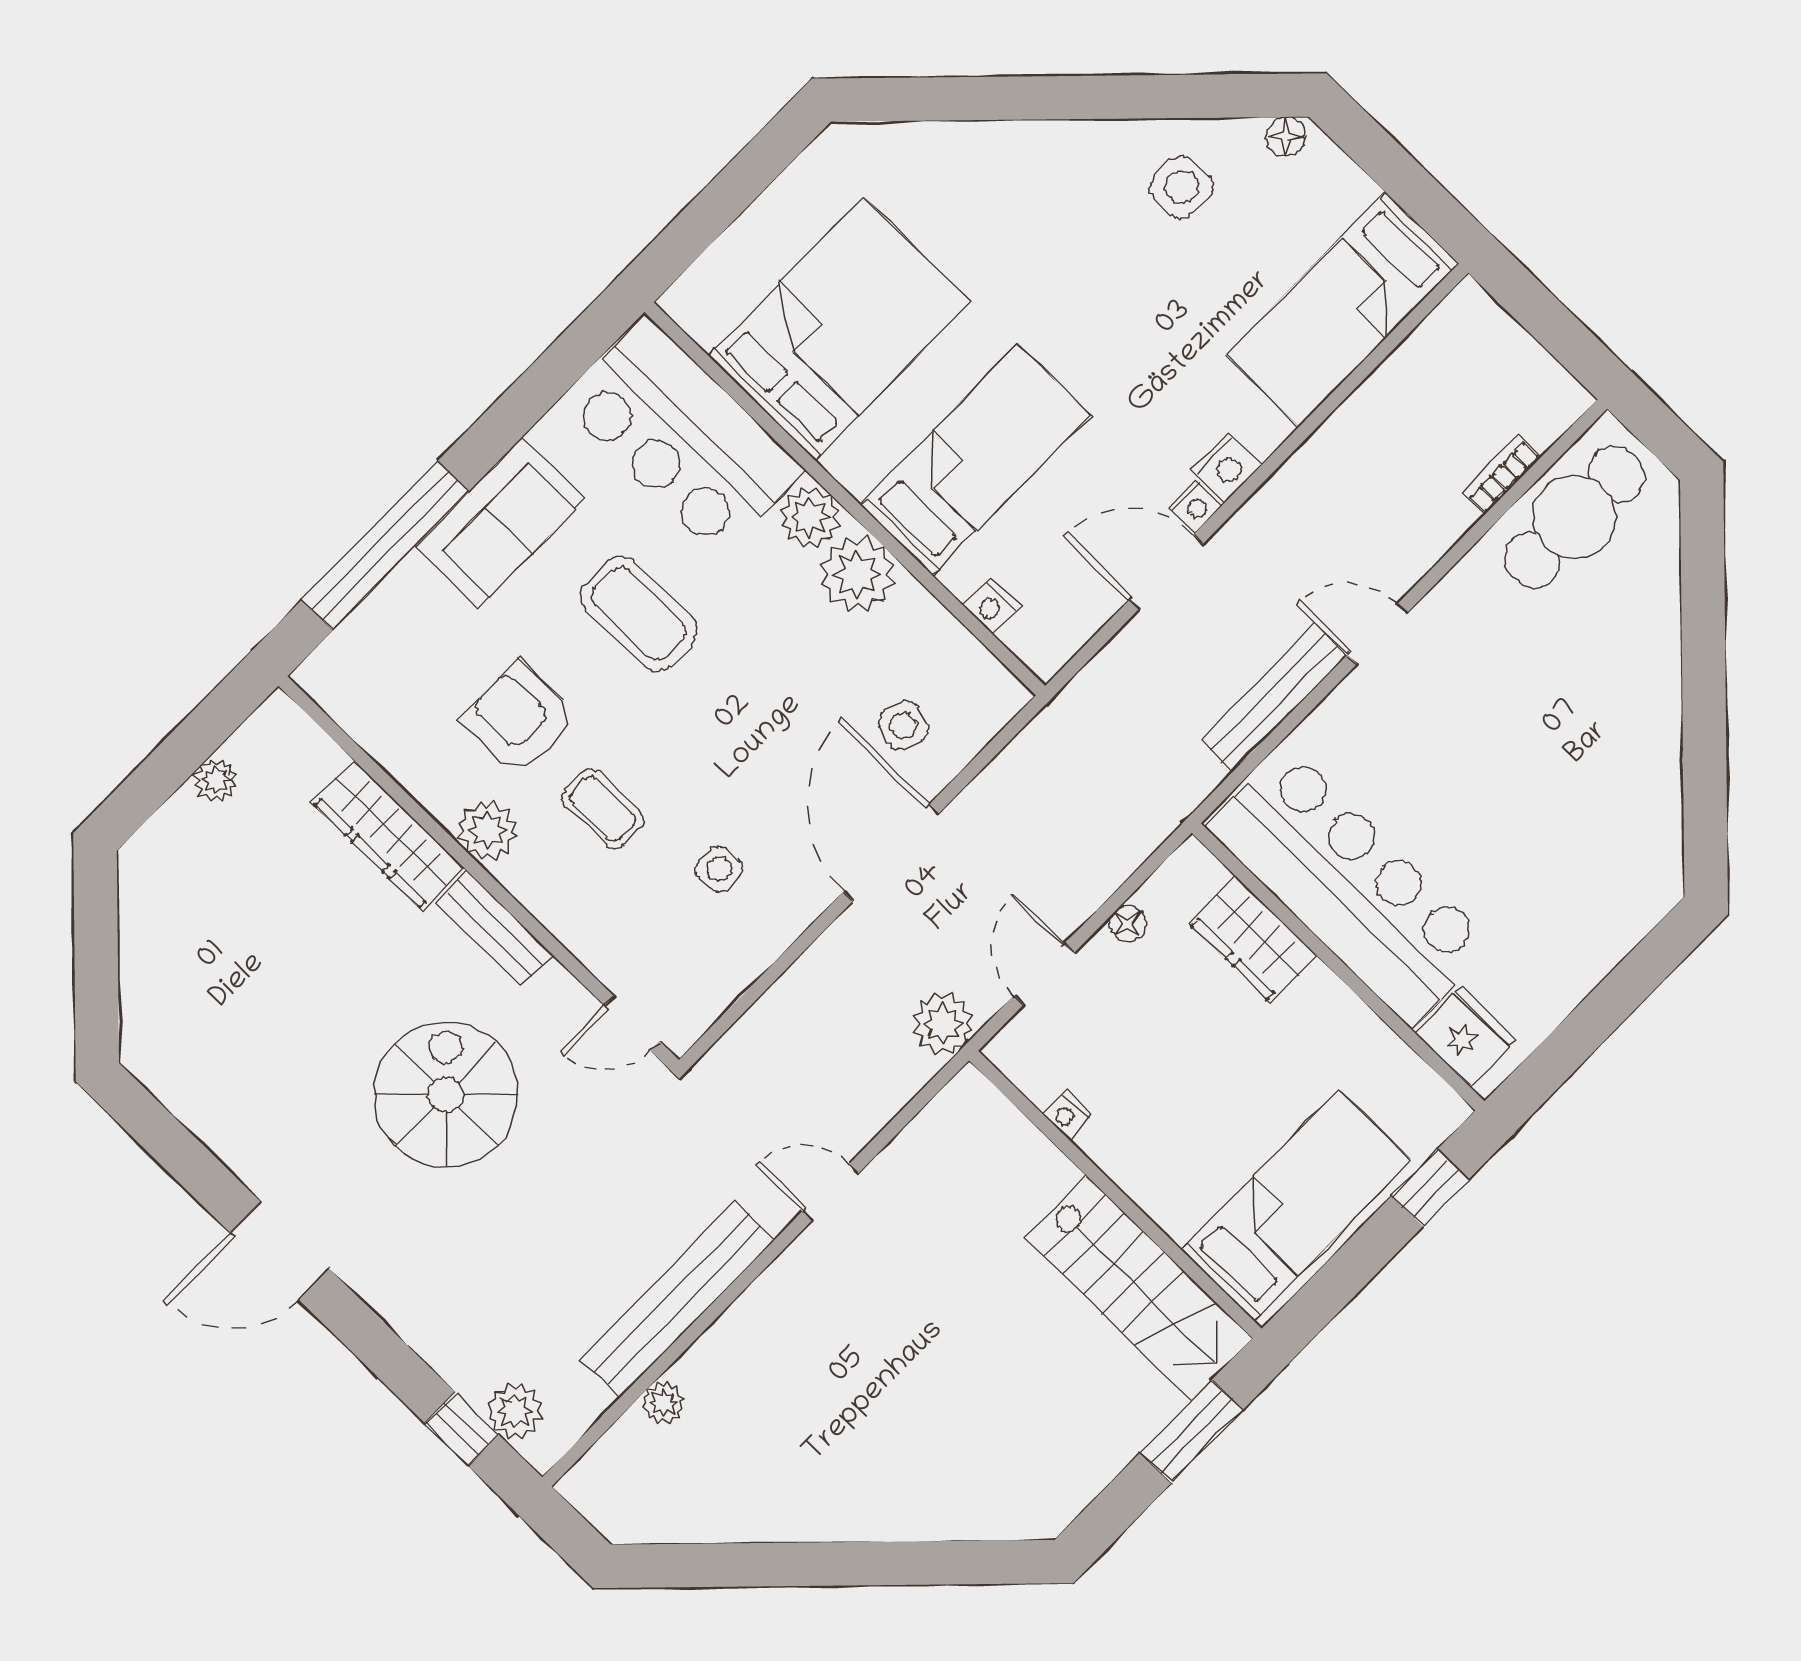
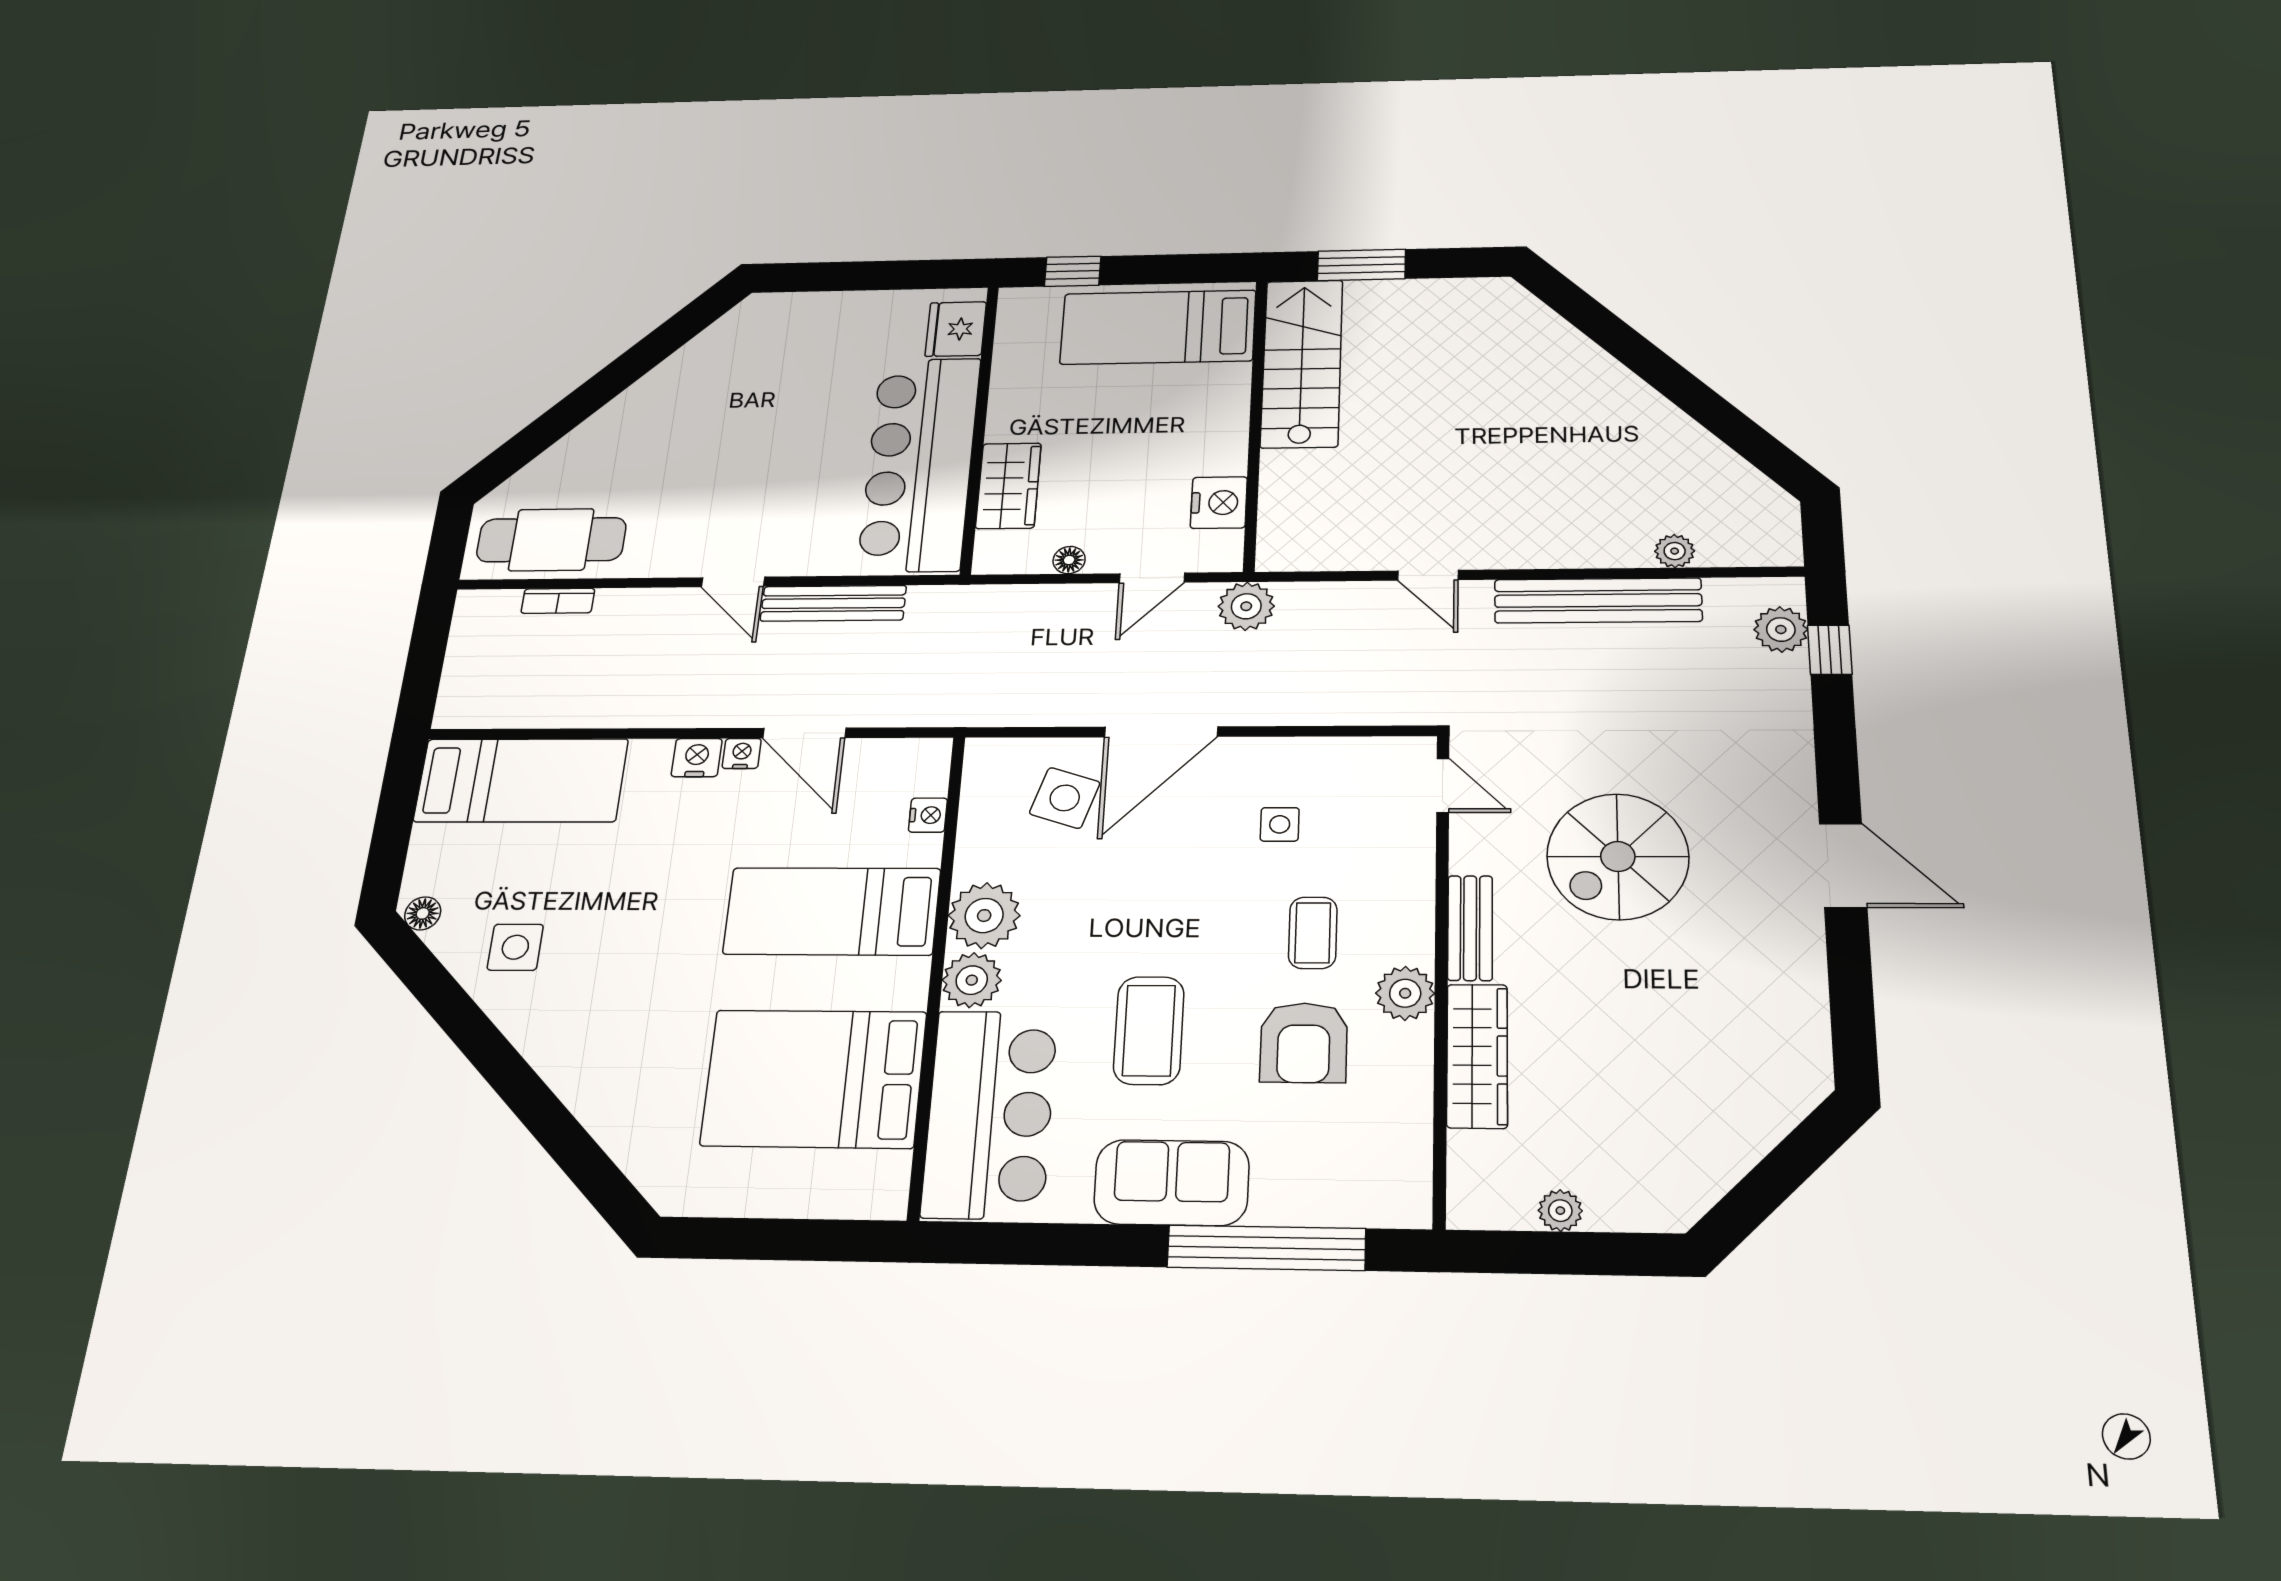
side table: (903, 726) -> (1065, 798), width x1.37, depth x1.37
nightstand: (1067, 1114) -> (1219, 503), width x1.89, depth x1.79

